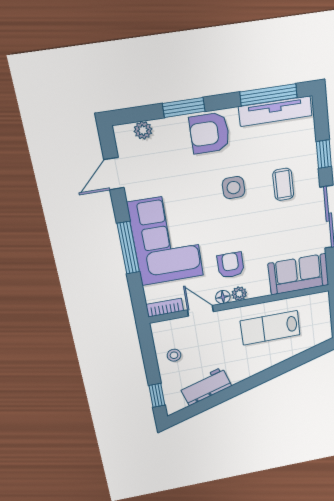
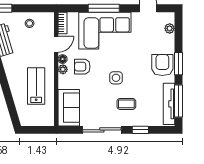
window: (184, 107) -> (178, 64), moved
side table: (234, 188) -> (116, 78), moved
armchair: (231, 265) -> (82, 67), turned 180

